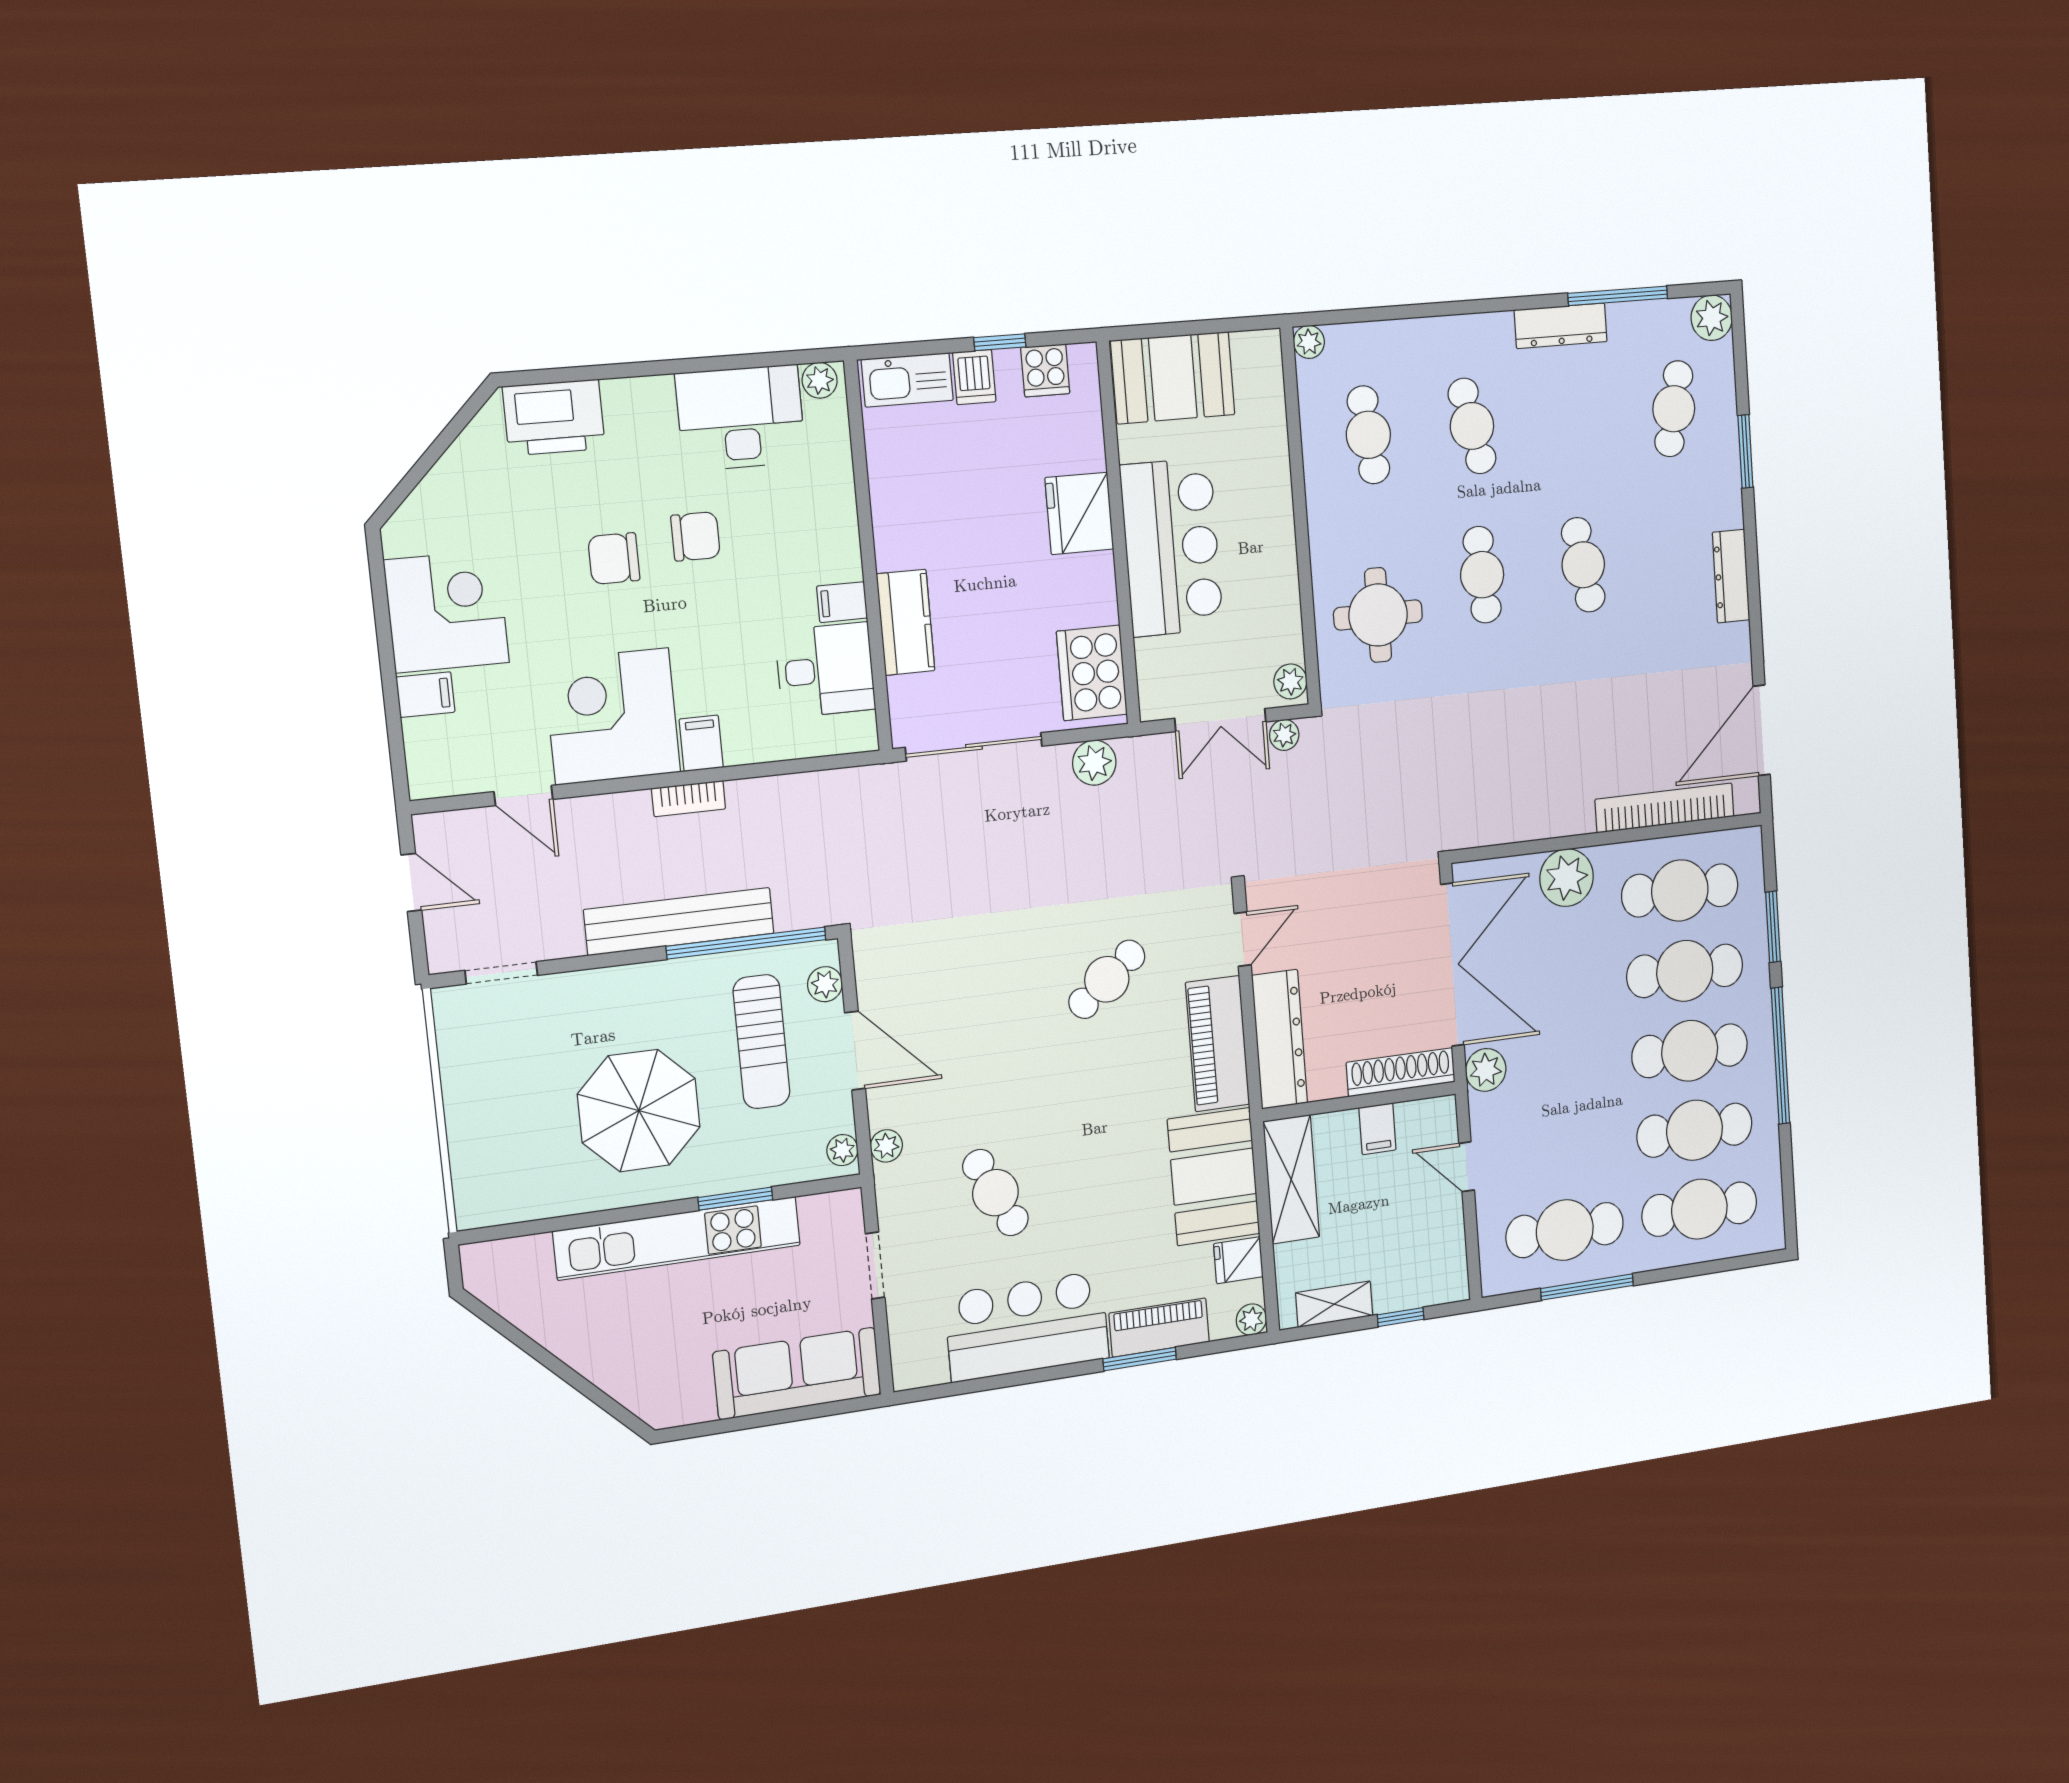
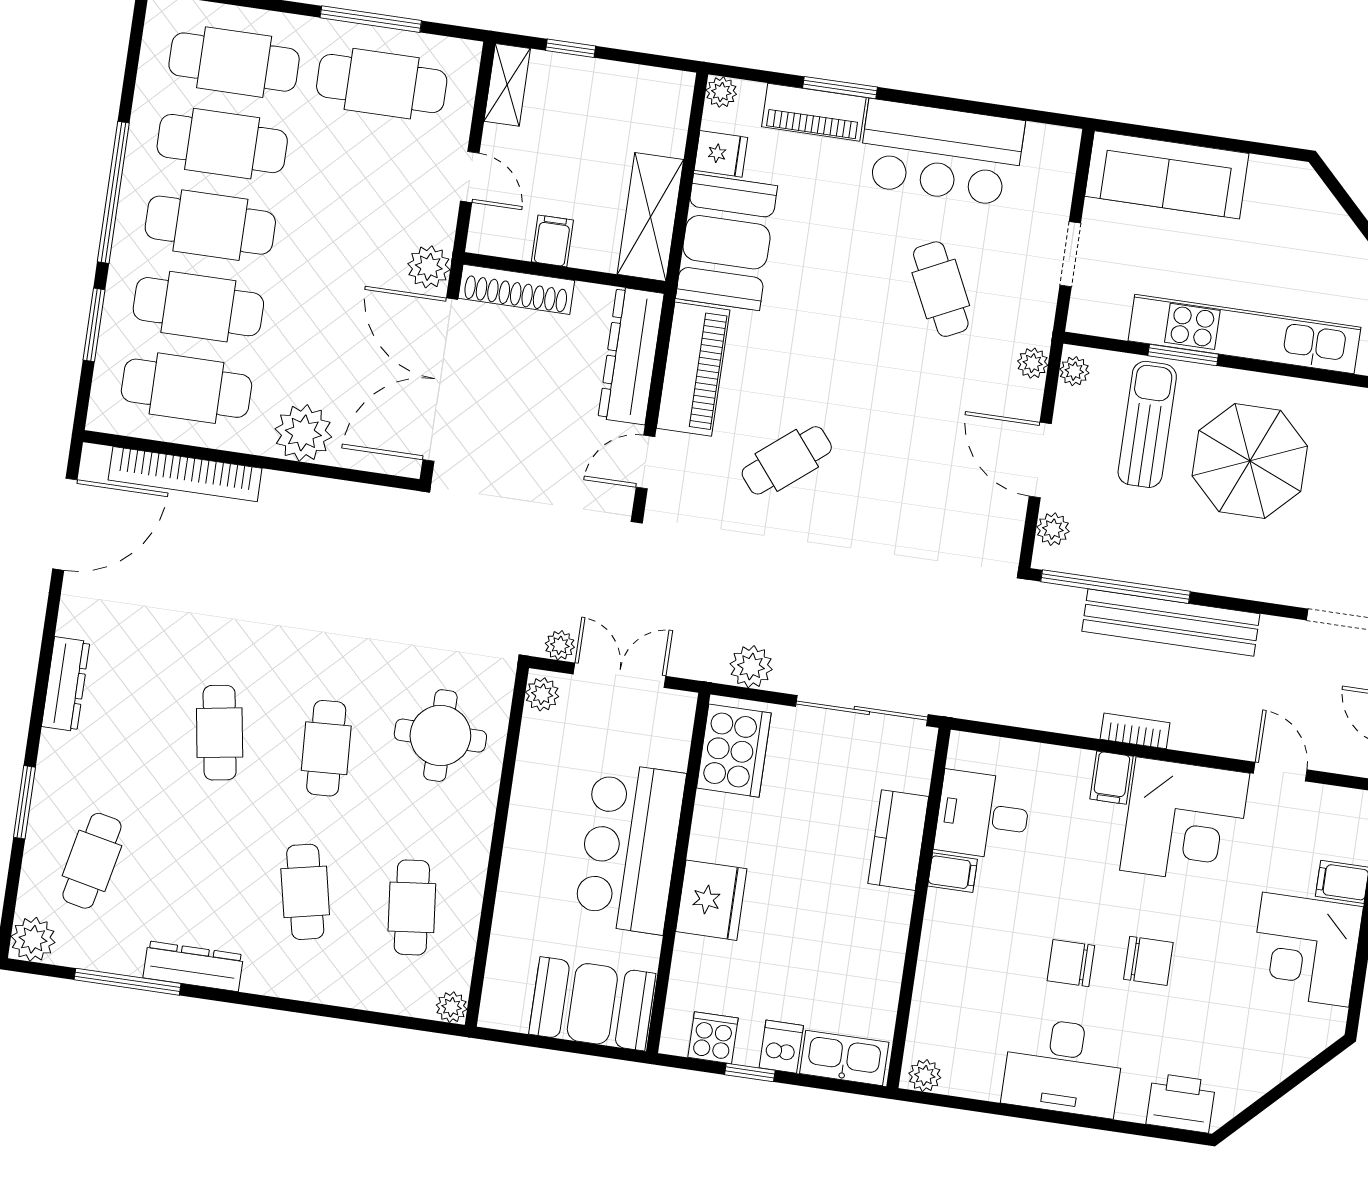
printer: (554, 418) -> (1181, 1103), width x0.73, depth x0.84
desk: (741, 418) -> (1063, 1067), moved
sun lounger: (761, 1042) -> (1147, 424), moved
shelving: (1334, 1304) -> (507, 85), moved, turned 90

